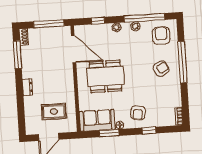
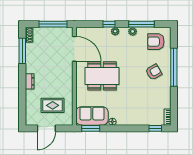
window: (144, 18) -> (141, 24), width x0.68
window: (98, 21) -> (109, 24), moved
armchair: (161, 36) -> (156, 42), turned -90
armchair: (138, 113) -> (130, 111), removed
window: (149, 131) -> (155, 128), moved
window: (109, 133) -> (91, 128), moved

